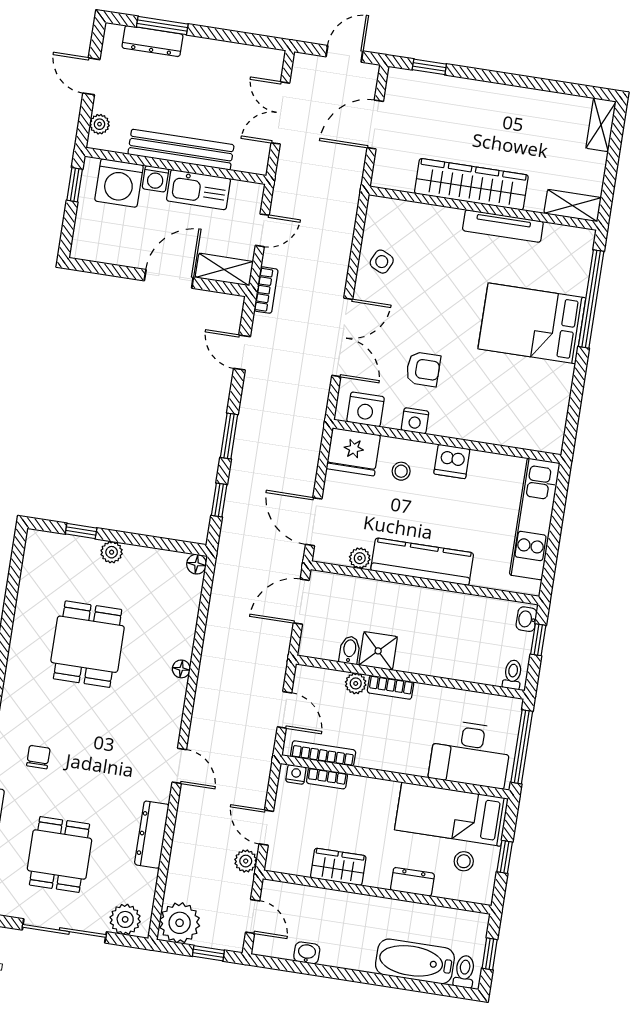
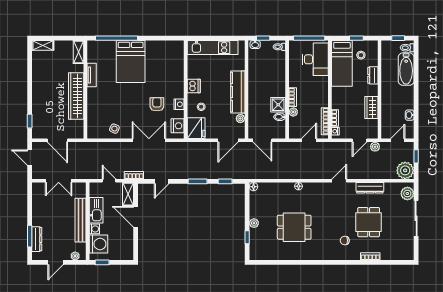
tv unit: (503, 226) -> (92, 75), width x0.71
dining table: (60, 854) -> (369, 222), moved, turned 90

